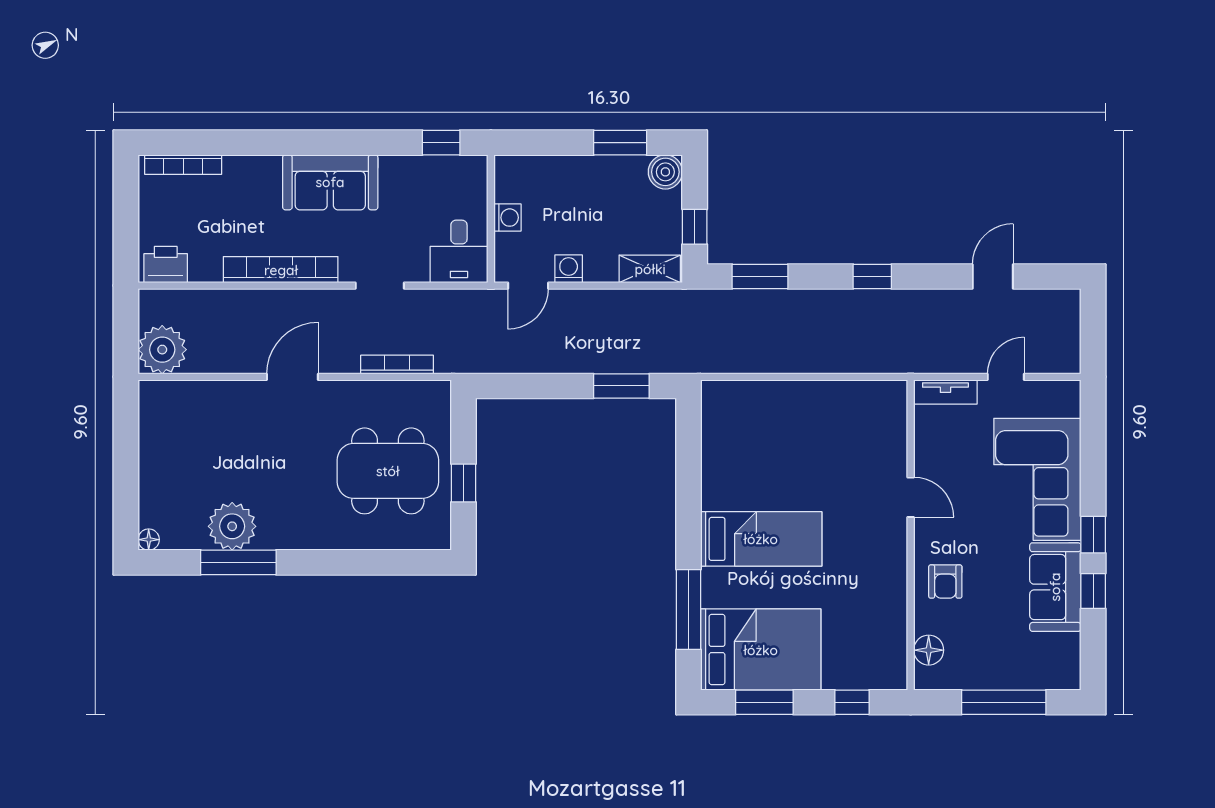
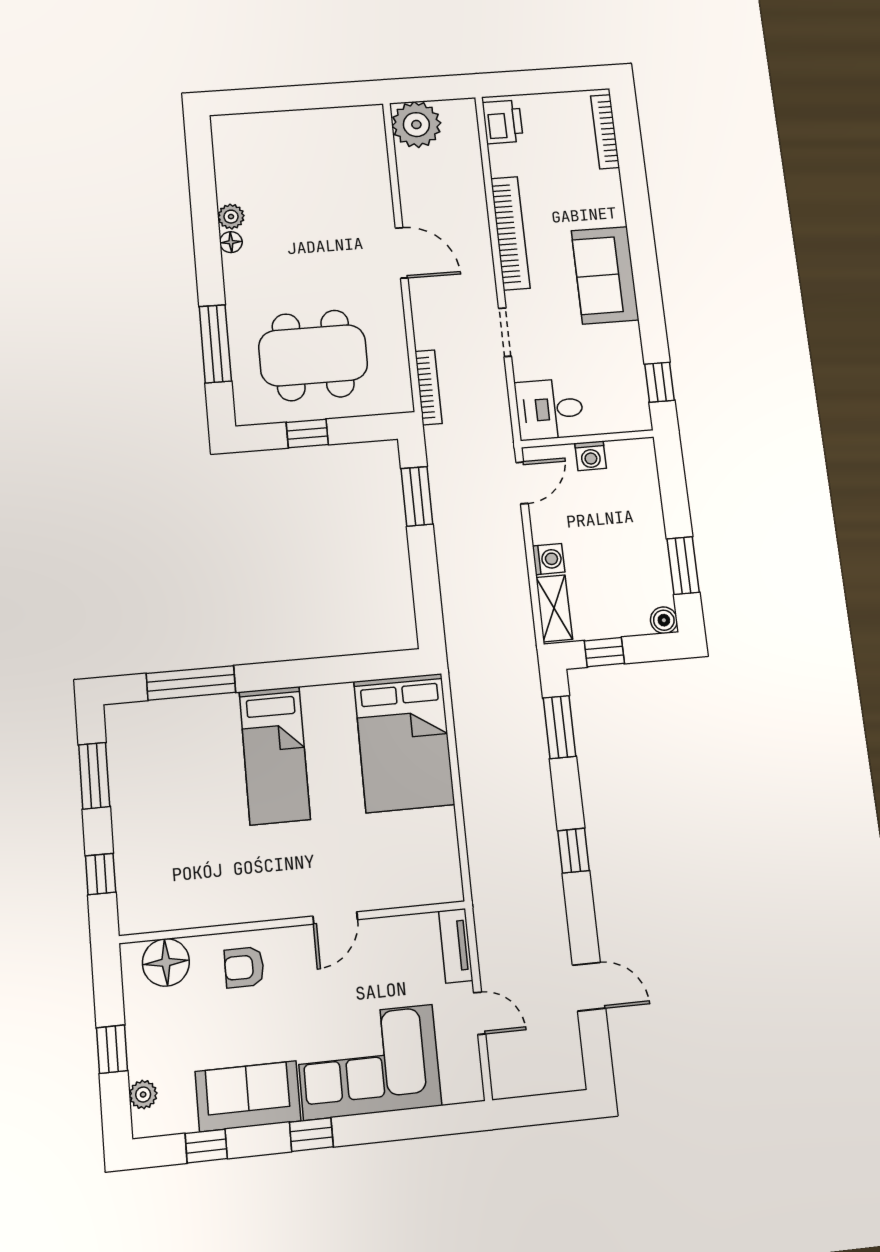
boiler: (665, 172) -> (664, 620), width x0.73, depth x0.73
washing machine: (569, 269) -> (549, 559), moved
door: (528, 286) -> (522, 483), swing flipped
bookcase: (397, 364) -> (428, 387), moved
window: (621, 386) -> (417, 496), moved
dining table: (388, 471) -> (313, 355), turned 90
plant: (232, 526) -> (231, 217), width x0.53, depth x0.53
floor lamp: (149, 540) -> (231, 242), moved
window: (238, 562) -> (215, 344), moved
window: (1093, 591) -> (206, 1146), moved
bed: (761, 650) -> (404, 743), moved
floor lamp: (929, 650) -> (166, 962), width x1.38, depth x1.38
plant: (1044, 678) -> (143, 1095), added
window: (1004, 702) -> (112, 1049), width x0.46

